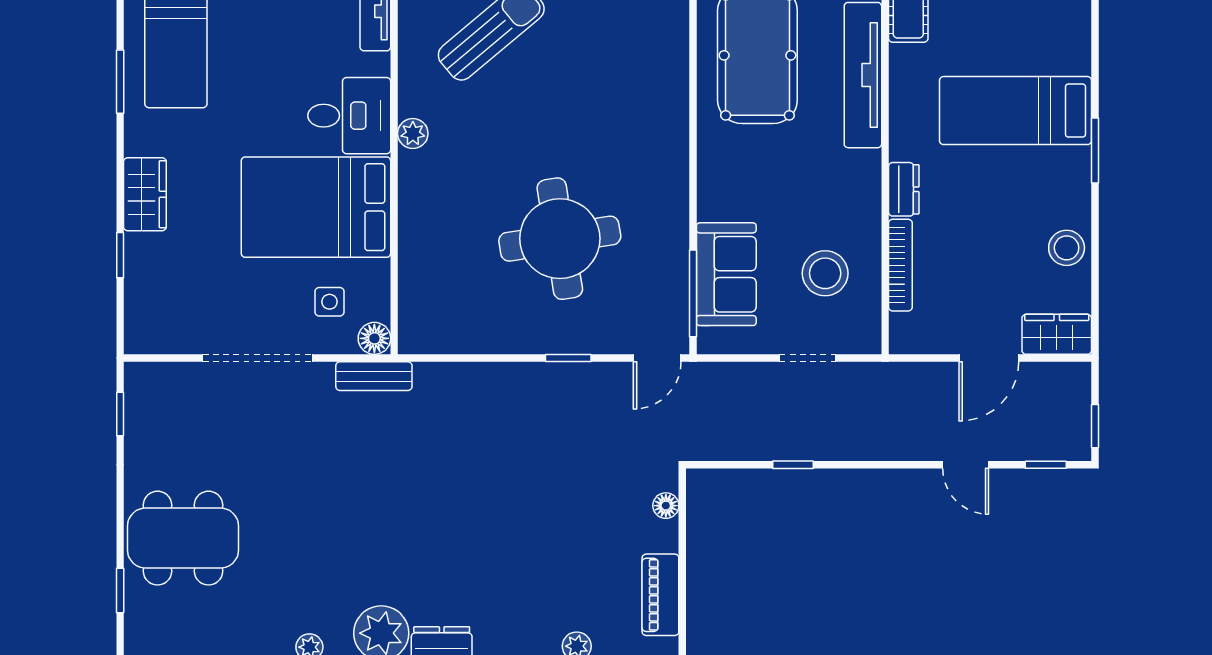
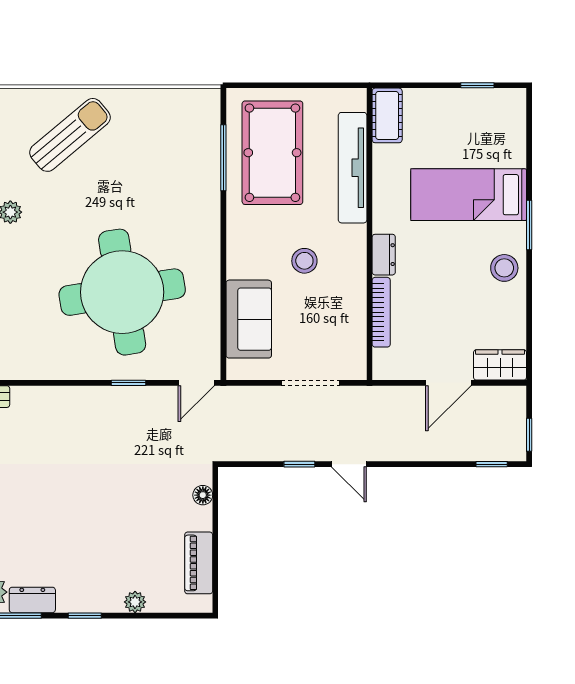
round table: (560, 239) -> (122, 292), width x1.36, depth x1.36
stool: (1067, 248) -> (504, 268), moved
stool: (825, 273) -> (304, 261), moved, width x0.73, depth x0.73
window: (693, 293) -> (223, 158), moved
doorway: (808, 358) -> (311, 383), width x1.38
door: (966, 465) -> (349, 464), moved

